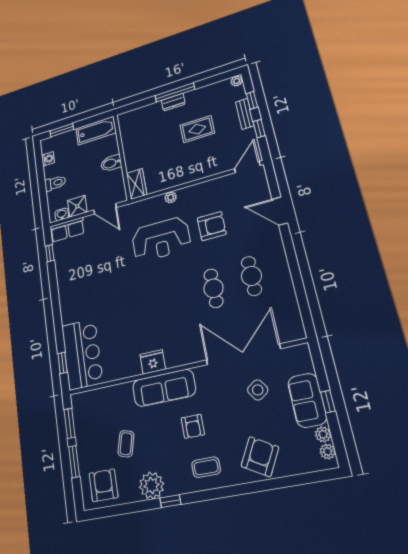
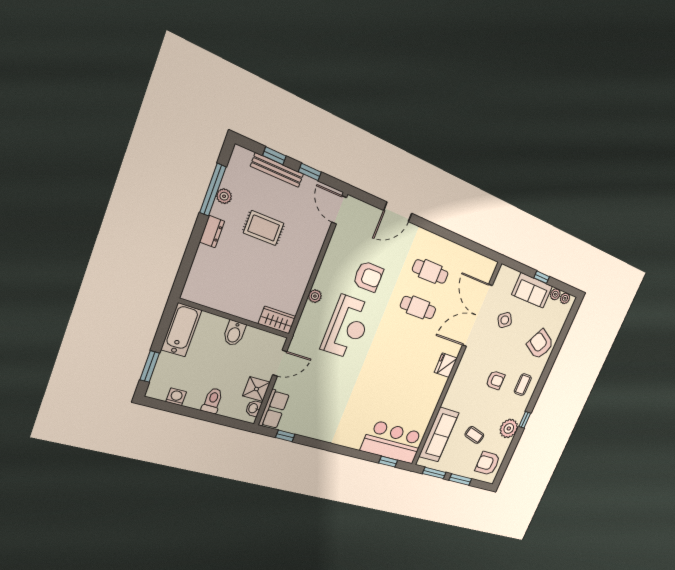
plant: (237, 81) -> (224, 196), moved
window: (175, 93) -> (213, 190), moved
bench: (245, 114) -> (277, 170), width x1.36
rug: (197, 129) -> (264, 228), turned 90
armchair: (212, 226) -> (368, 277), turned 90
fridge: (153, 362) -> (446, 365), moved
sofa: (164, 388) -> (439, 435), moved

